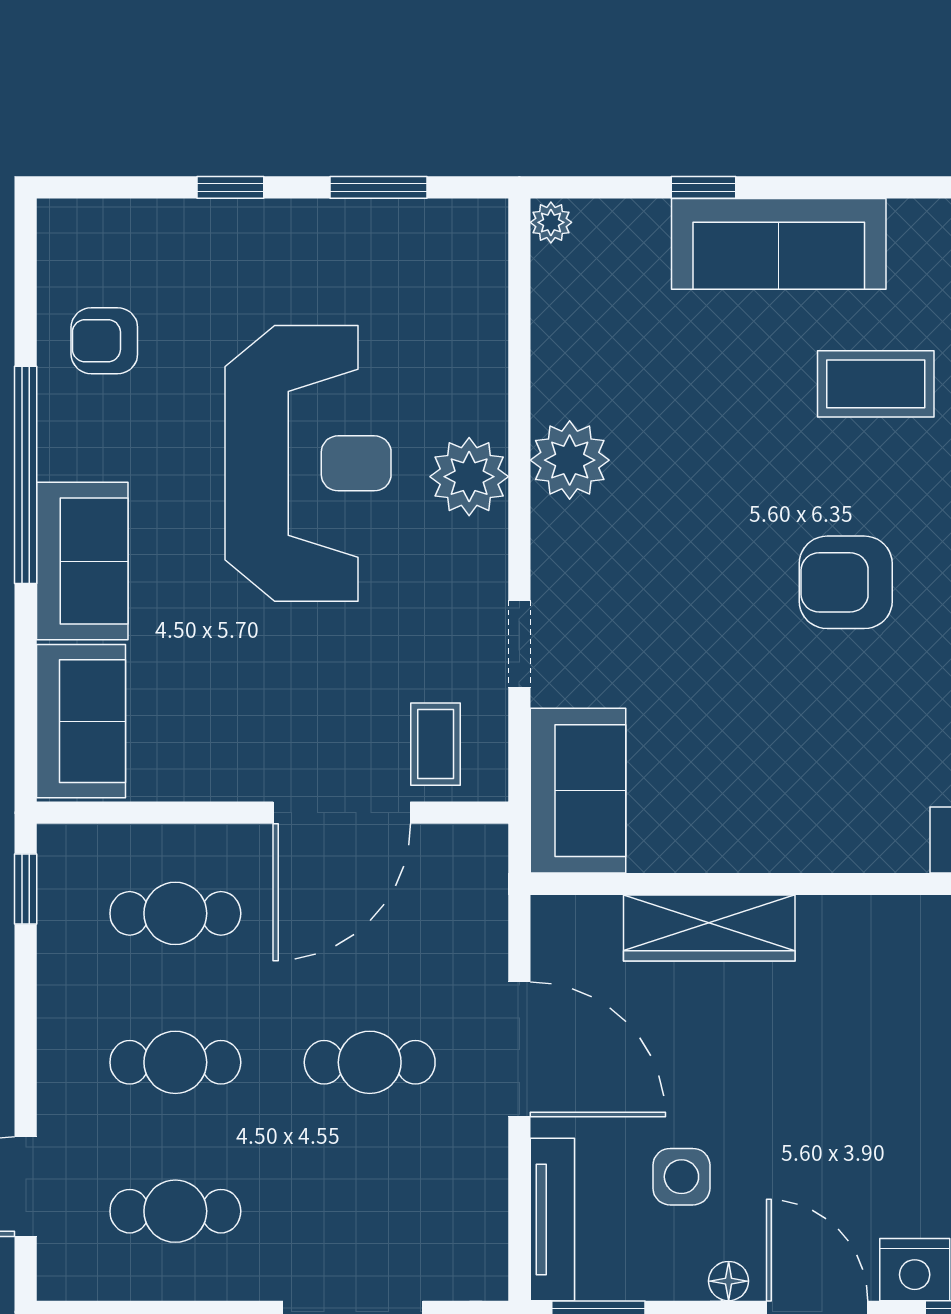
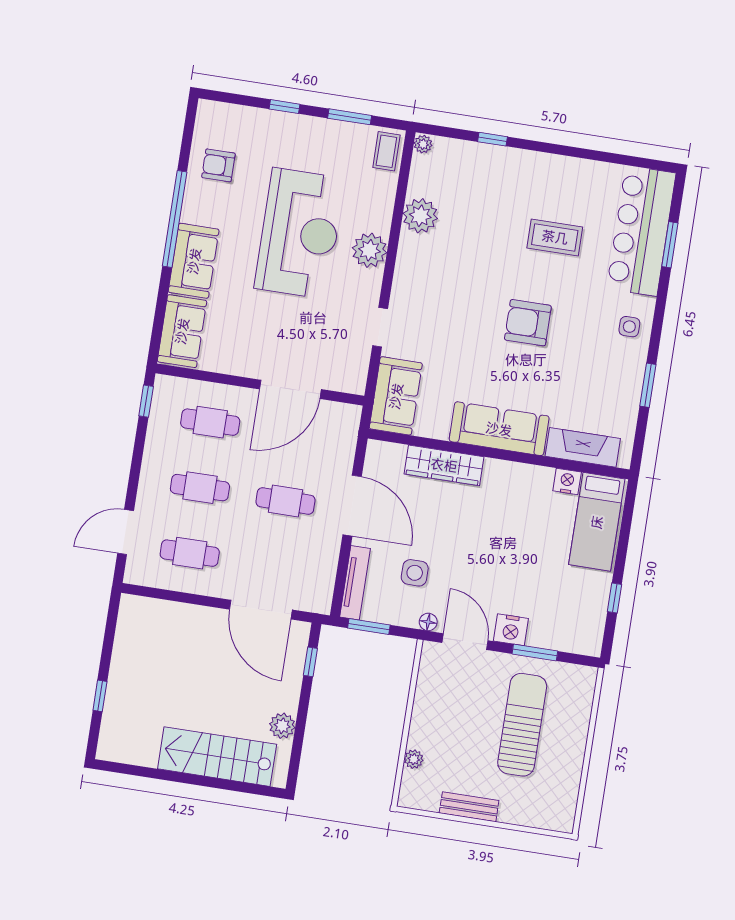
sofa: (779, 244) -> (499, 429), moved, turned 180
plant: (570, 460) -> (420, 216), moved
coffee table: (436, 744) -> (386, 151), moved

